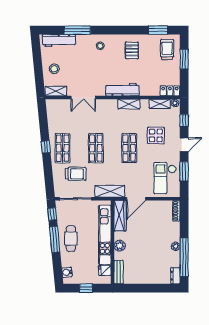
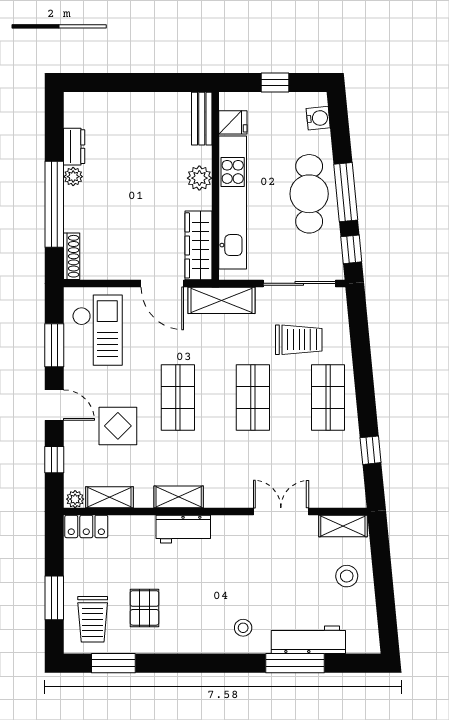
workbench: (59, 40) -> (308, 640), moved
pallet: (132, 50) -> (145, 608), moved
workbench: (122, 90) -> (183, 529), width x0.73
door: (184, 145) -> (54, 405), swing flipped
window: (46, 147) -> (371, 450), moved
trolley: (76, 174) -> (299, 340), turned 180
door: (136, 199) -> (162, 283), swing flipped
cafe table: (71, 239) -> (309, 194), width x1.37, depth x1.35
window: (184, 257) -> (54, 204), moved
dresser: (175, 276) -> (74, 147), moved

